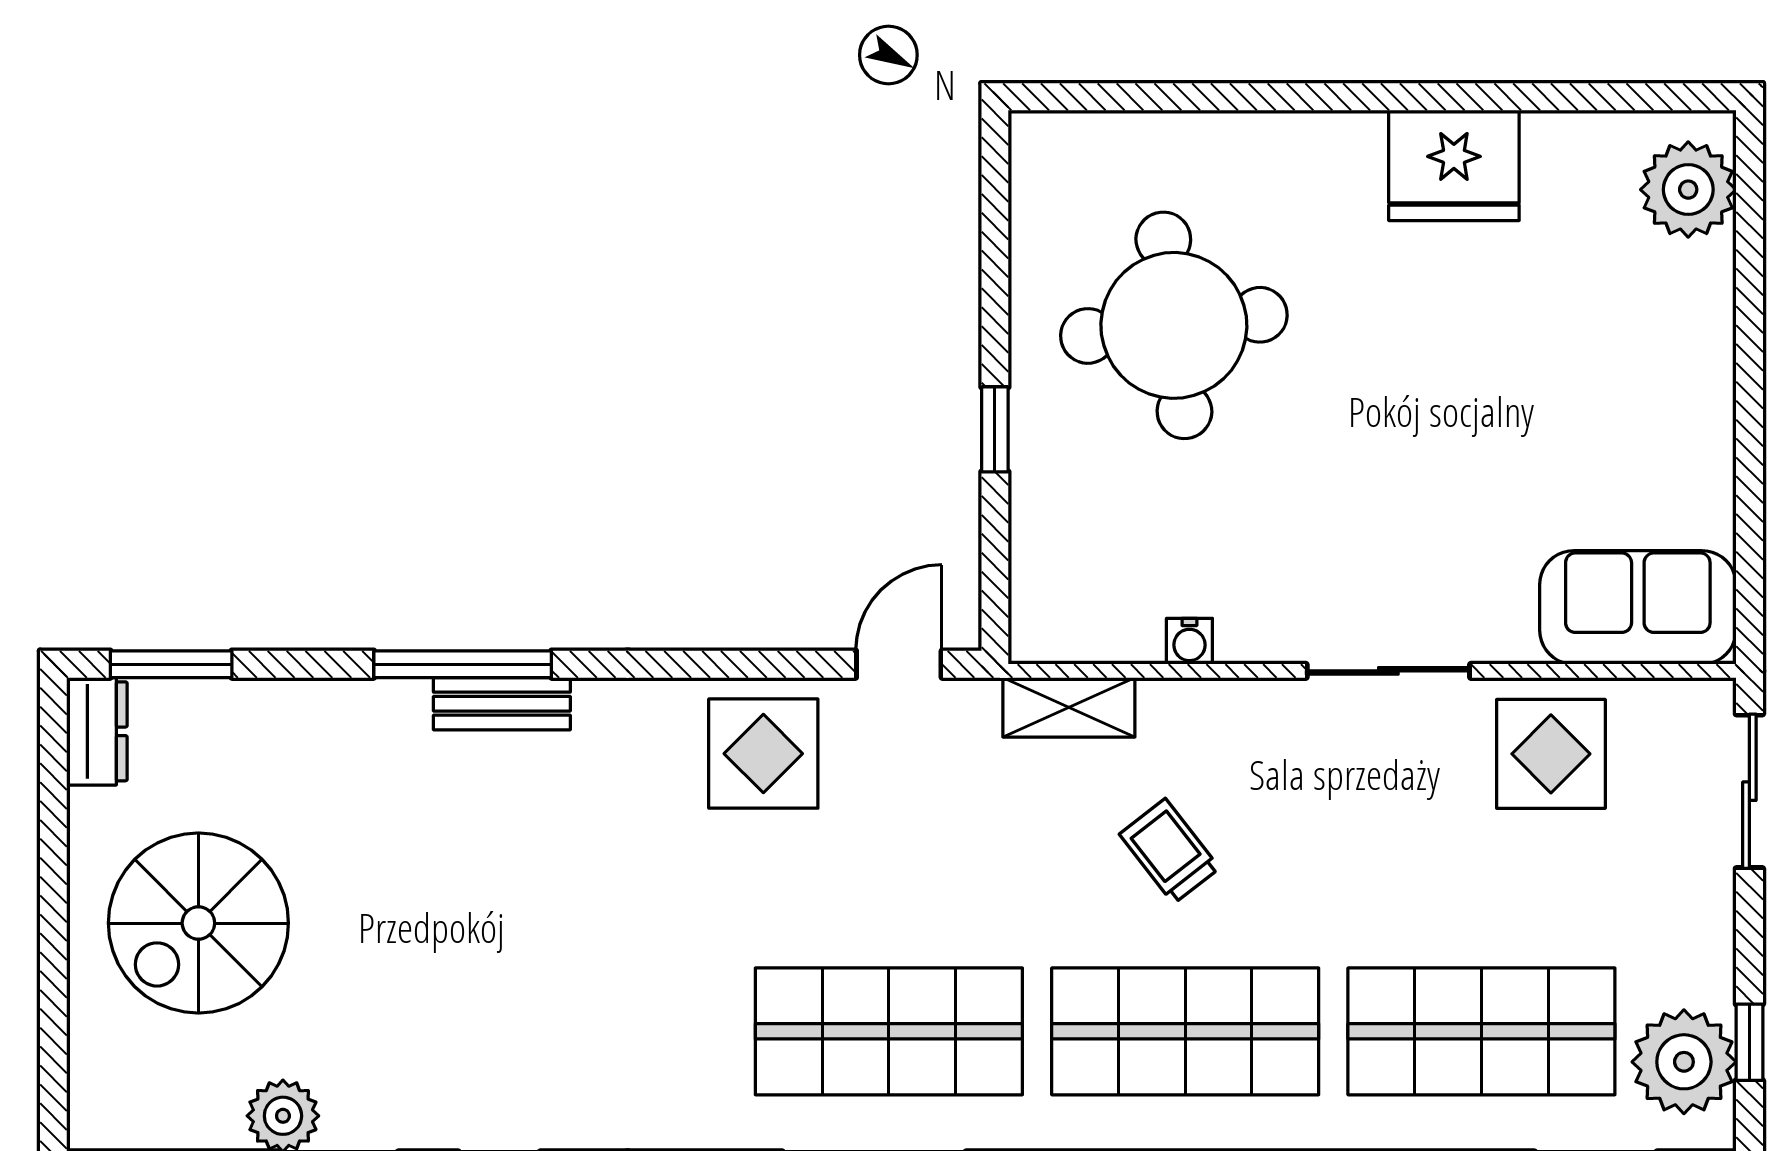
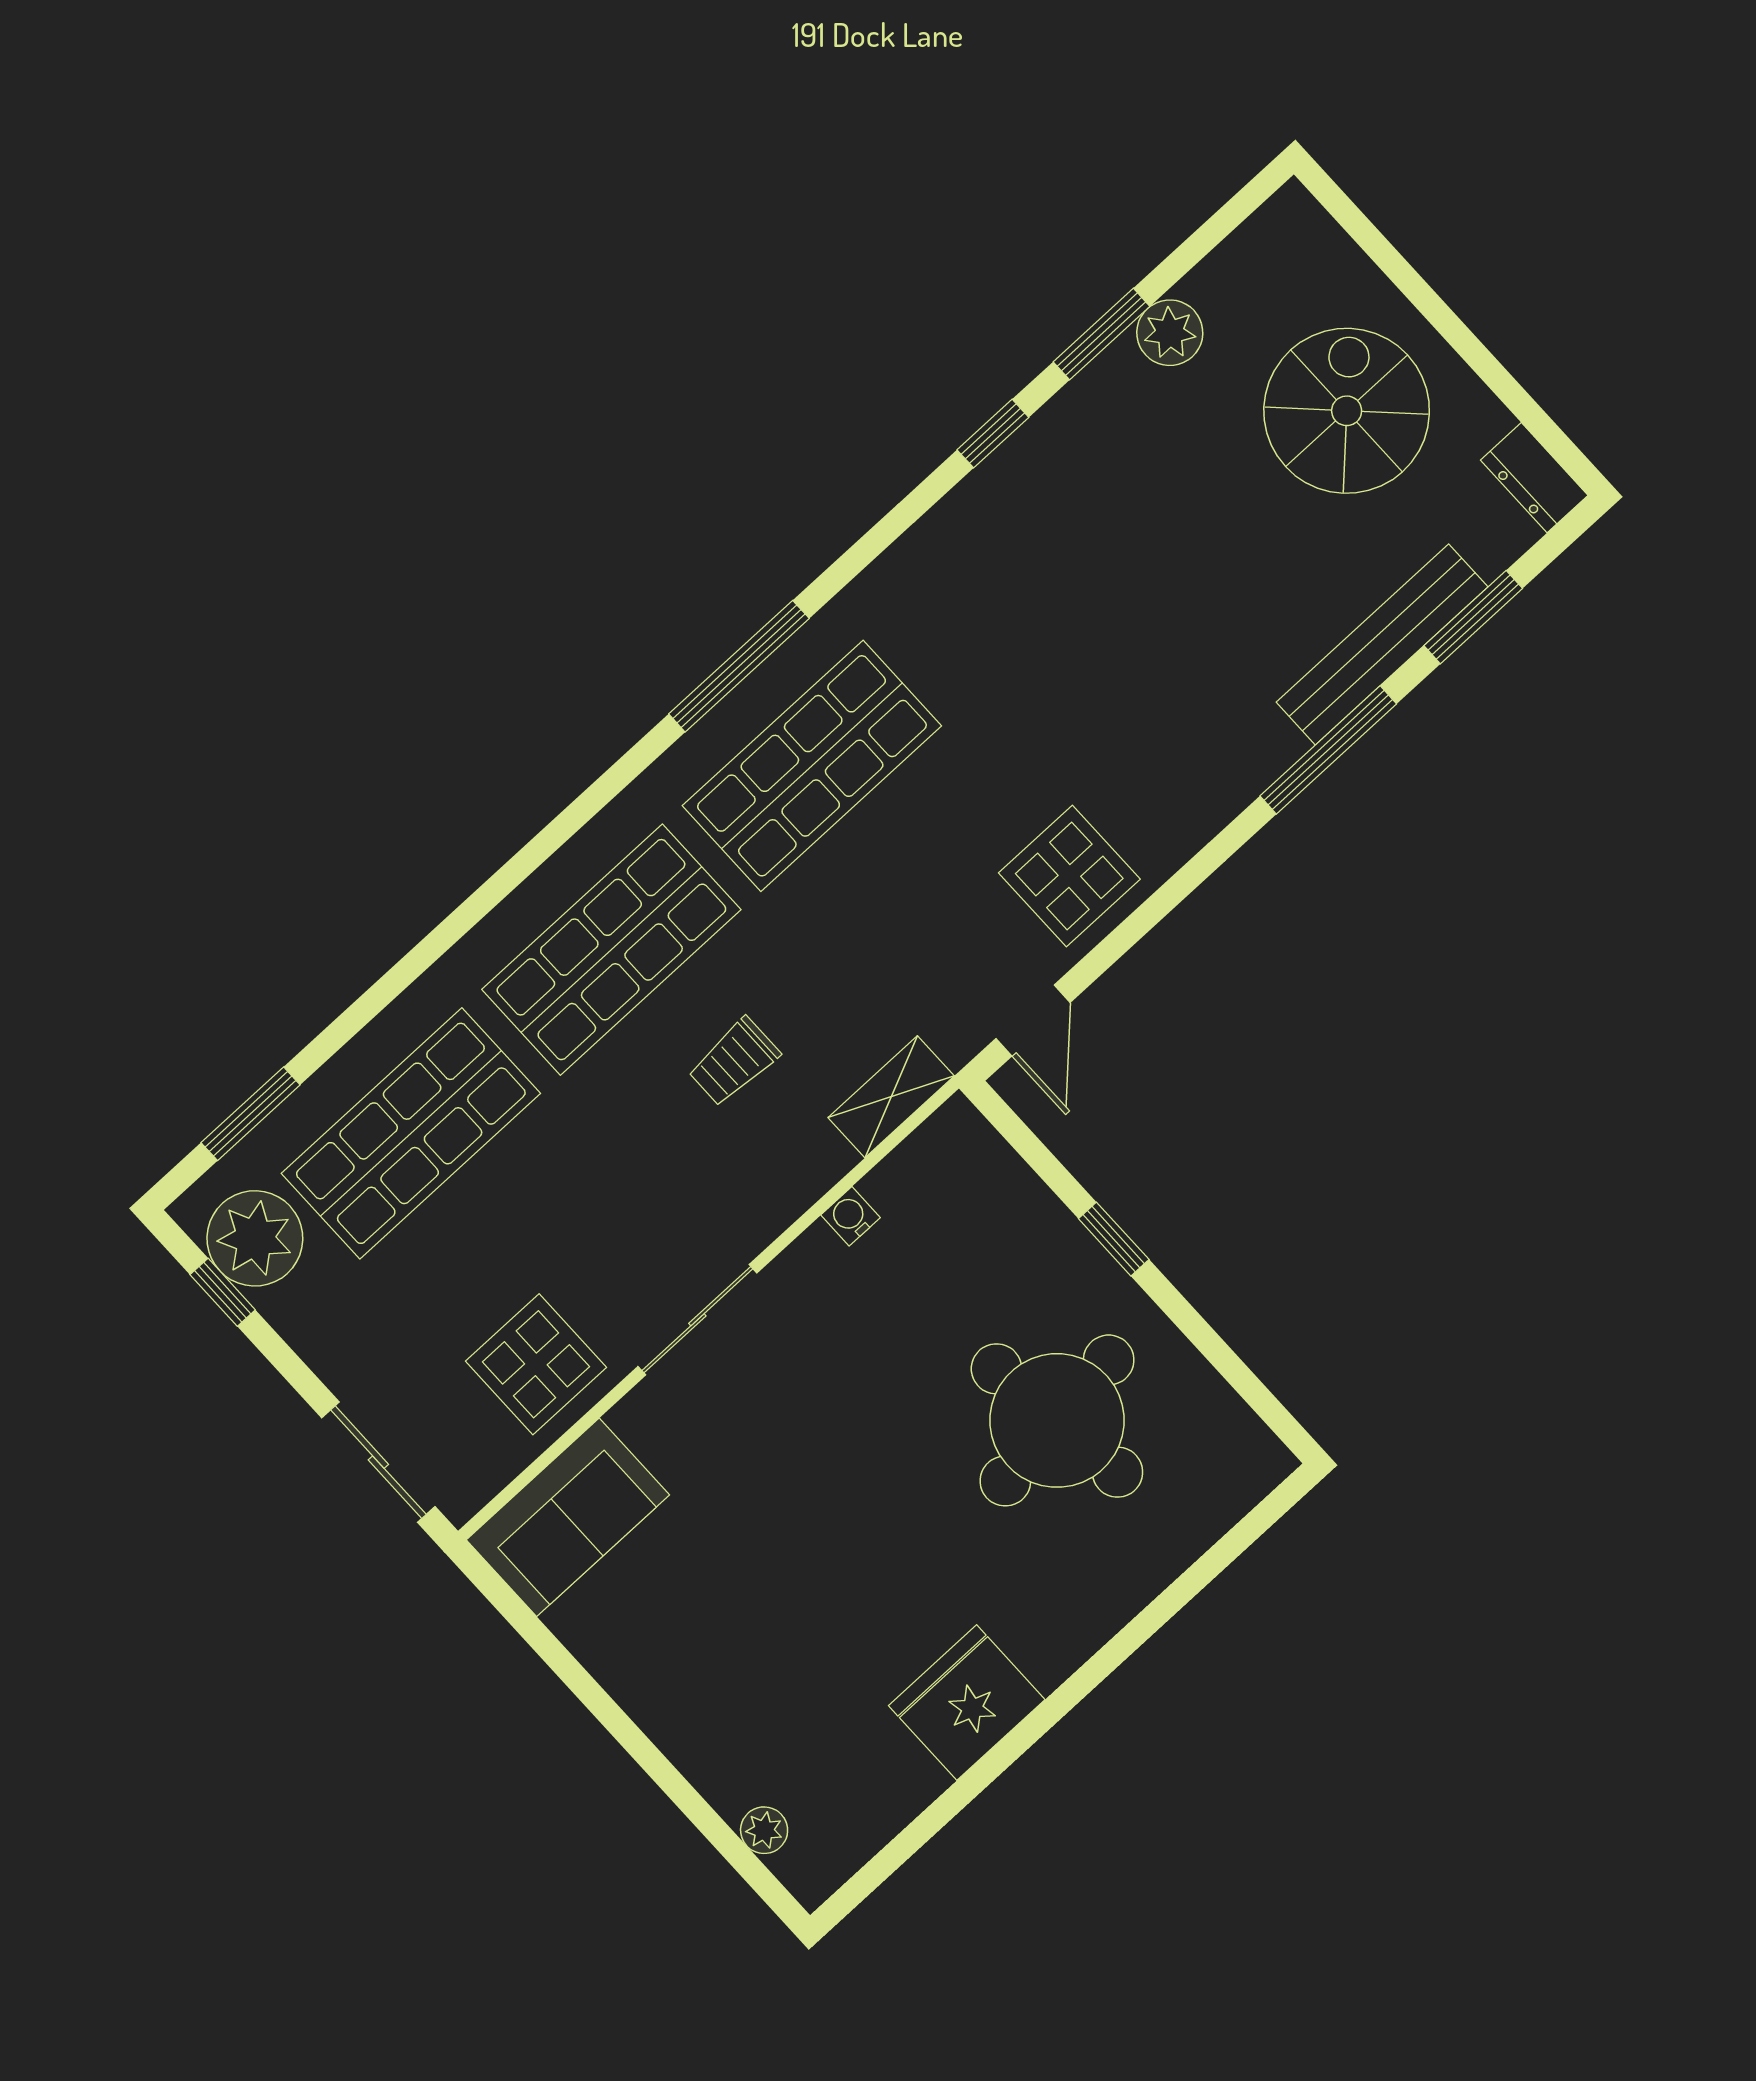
plant: (1688, 190) -> (764, 1830), width x0.53, depth x0.53
window: (171, 664) -> (1473, 617), moved
bench: (502, 704) -> (1382, 645), moved, width x1.86, depth x1.21
trolley: (1169, 851) -> (734, 1062), turned 128

